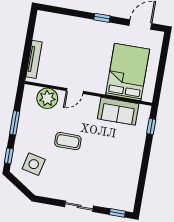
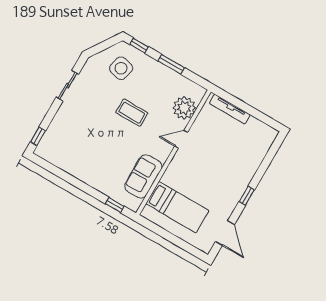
bed: (128, 72) -> (177, 207), width x0.67
door: (75, 91) -> (181, 139), hinge flipped
coffee table: (68, 141) -> (132, 113), turned 90
sliding door: (79, 206) -> (67, 86), moved

